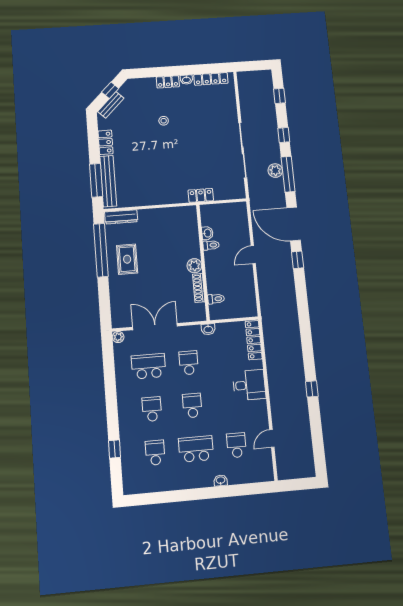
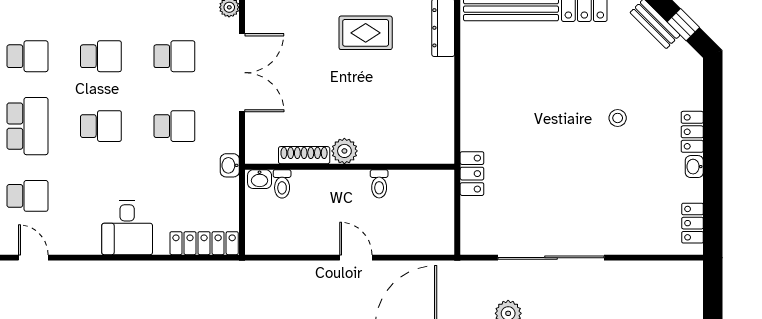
locker: (211, 79) -> (693, 223), width x0.66
washbasin: (207, 233) -> (260, 179), moved
school desk: (149, 366) -> (174, 56), width x0.54

